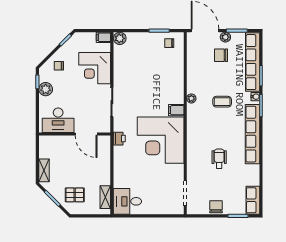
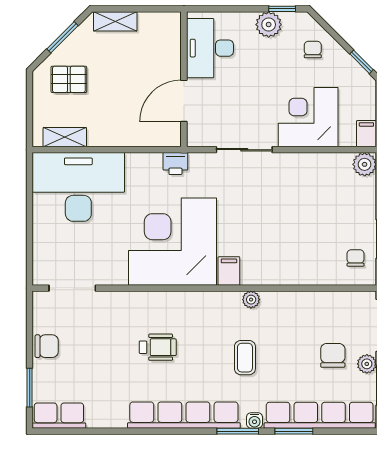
wheelchair: (219, 159) -> (158, 347), moved
pallet: (75, 195) -> (69, 79), turned 90
desk: (127, 201) -> (78, 187), width x1.87, depth x1.30

